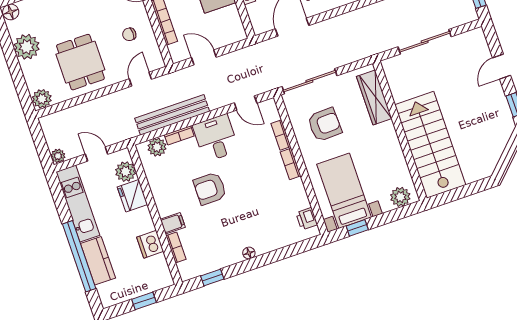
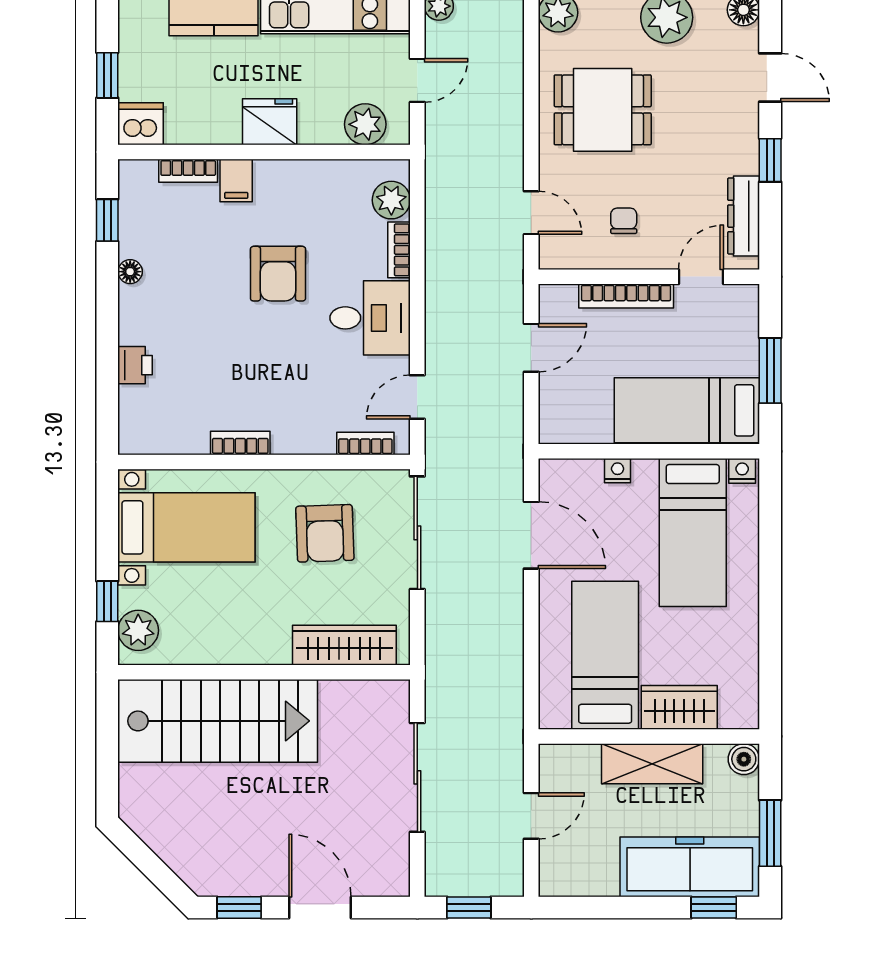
door: (502, 67) -> (320, 907), width x1.38
bench: (172, 115) -> (443, 250), removed
bookcase: (281, 135) -> (365, 443), moved
bookcase: (291, 164) -> (240, 443), moved
armchair: (210, 189) -> (278, 274), turned 180
fridge: (132, 196) -> (270, 122), moved
printer: (307, 219) -> (135, 365), moved, turned 90
window: (357, 228) -> (107, 601), moved
dishwasher: (150, 244) -> (141, 124), moved
floor lamp: (249, 253) -> (130, 272), moved

